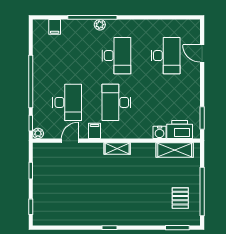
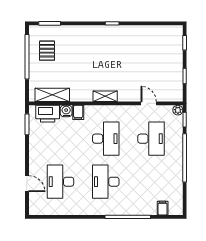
plant: (100, 25) -> (121, 210), removed
desk: (67, 102) -> (151, 139), turned 180
filing cabinet: (95, 131) -> (78, 112), moved
door: (70, 141) -> (149, 103), swing flipped

